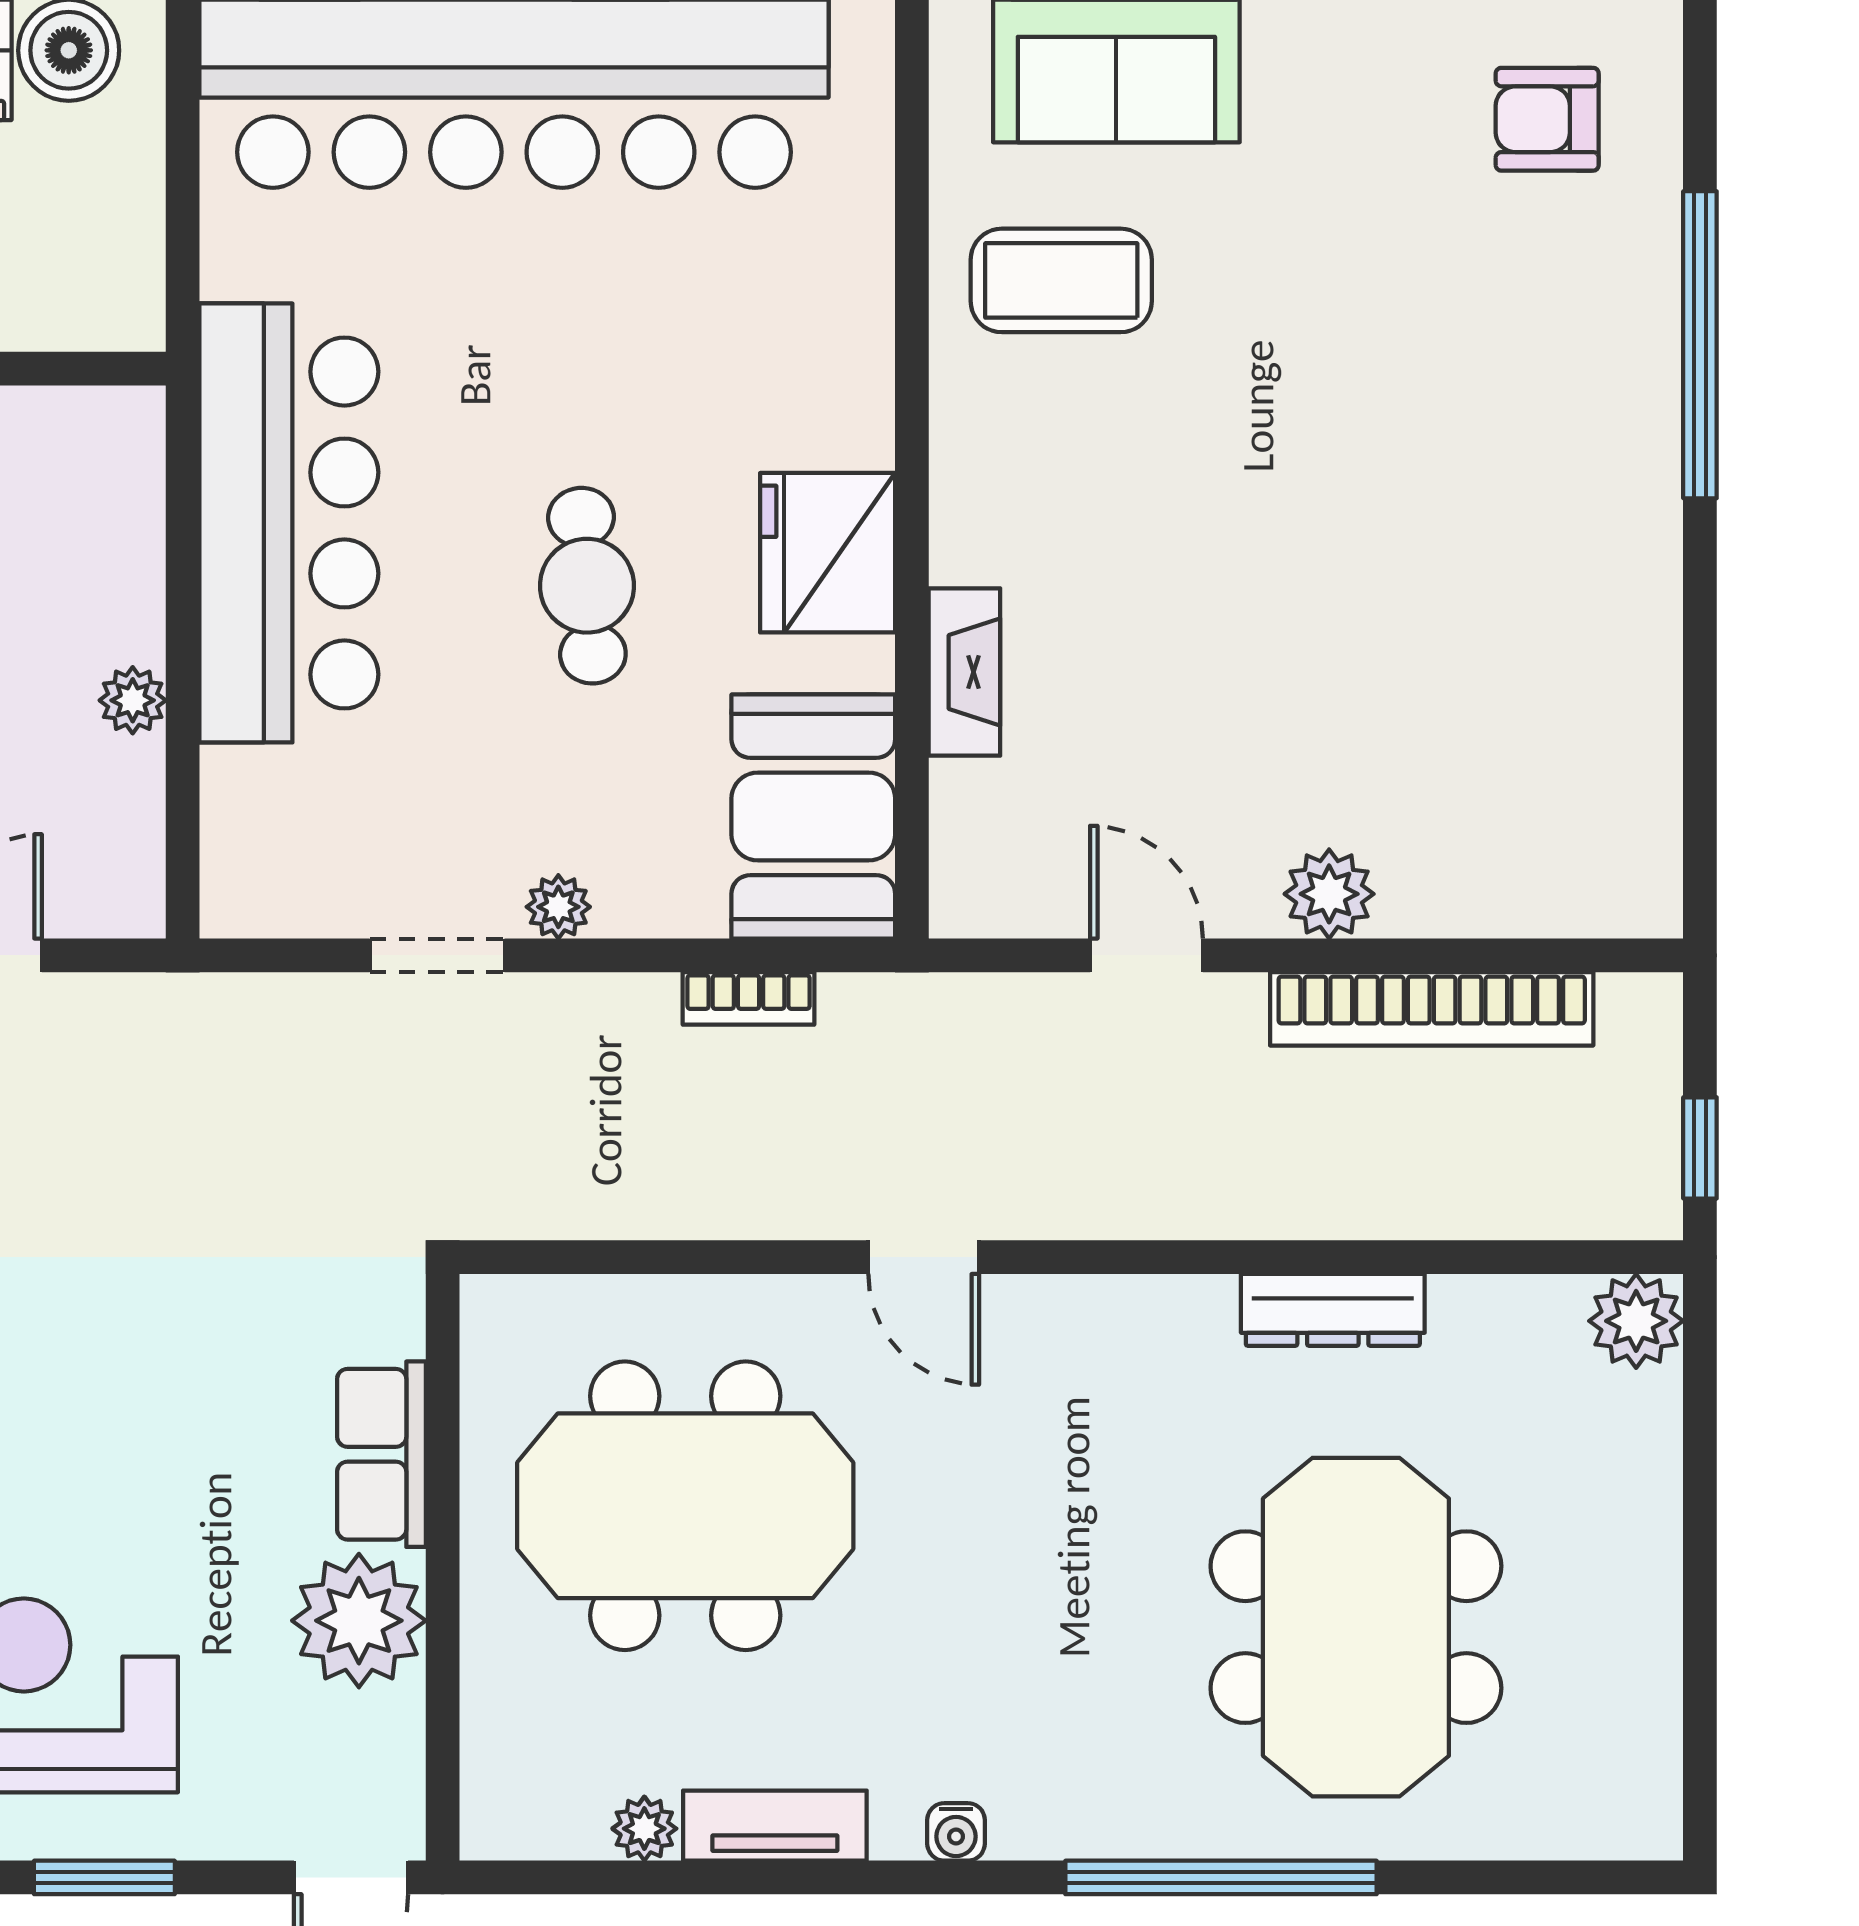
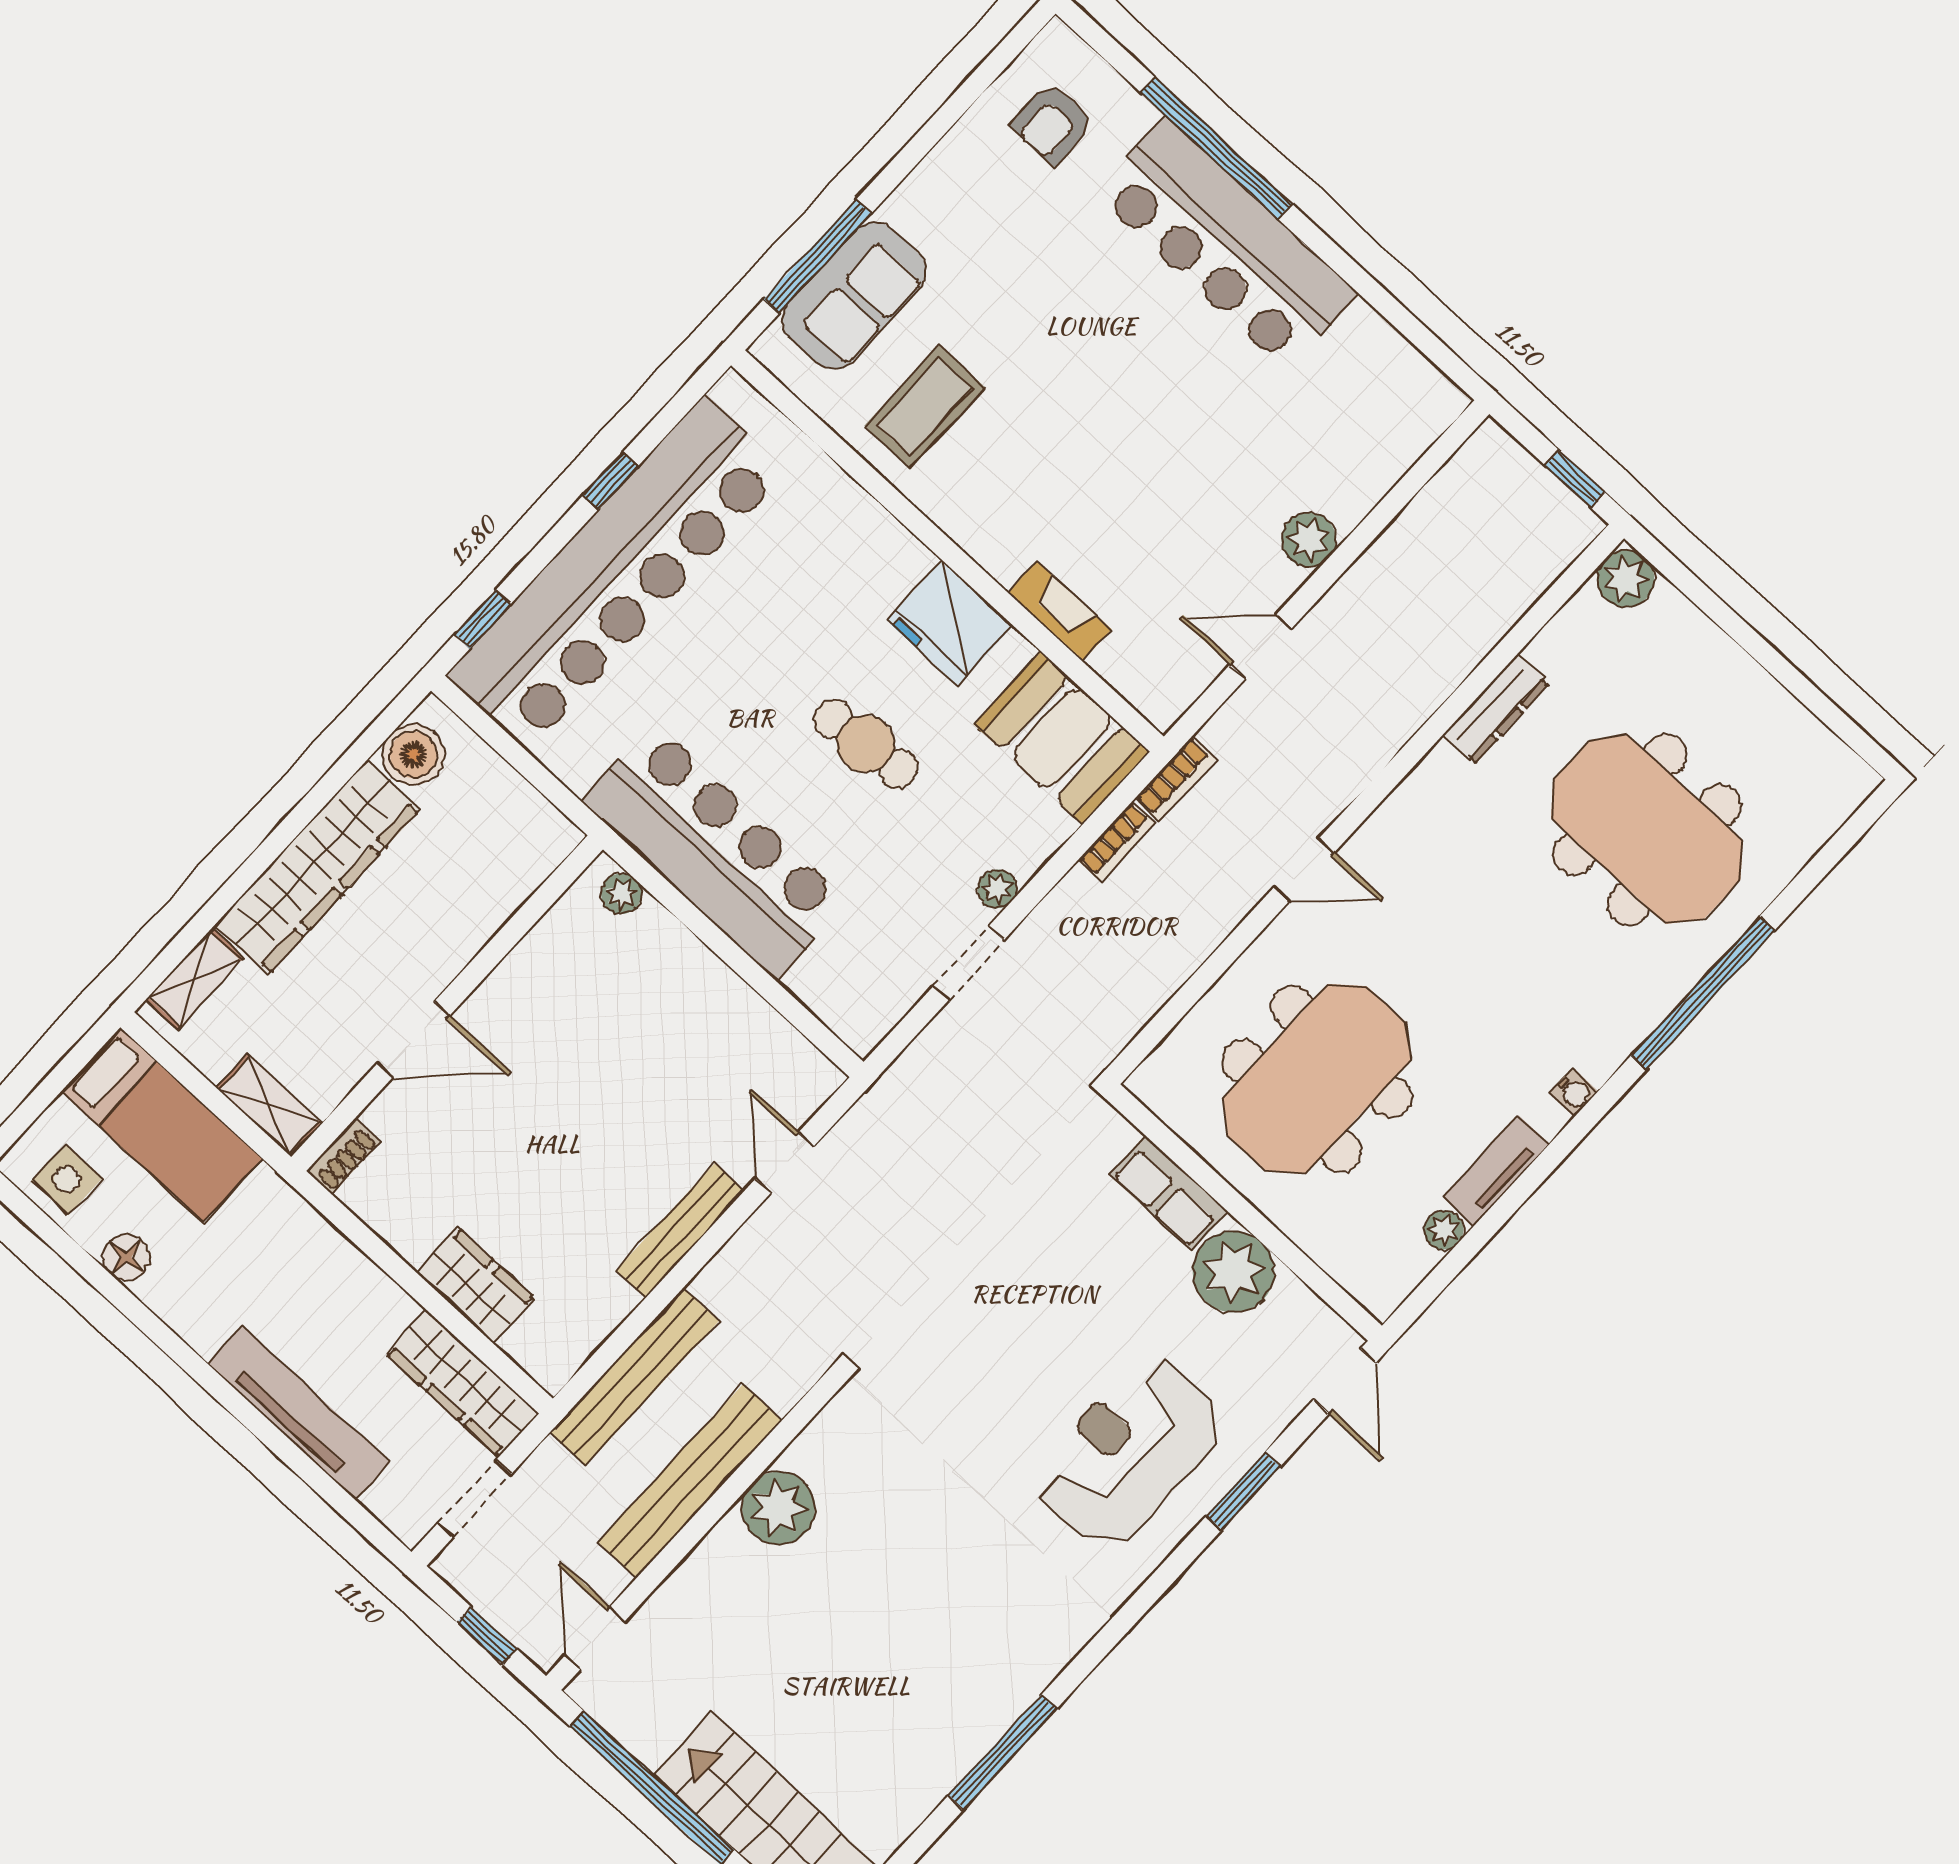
bar counter: (1595, 463) -> (1226, 244), added
plant: (133, 700) -> (621, 894), moved
bookcase: (1432, 1009) -> (1176, 779), moved, width x0.43, depth x0.76

